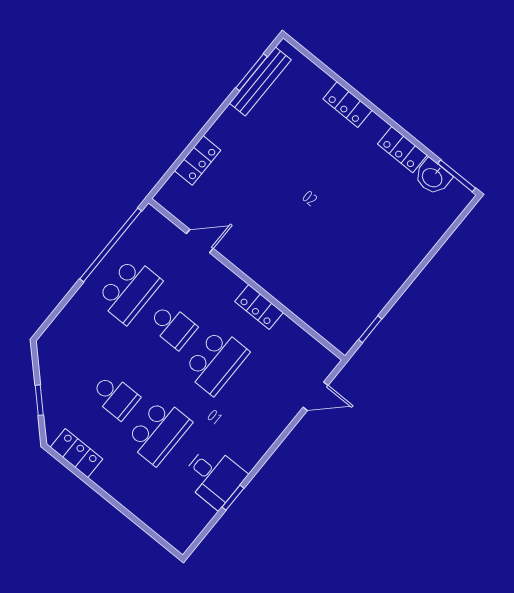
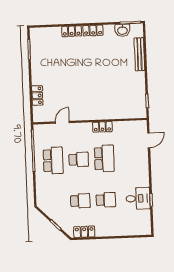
bench: (260, 81) -> (139, 54), moved
locker: (402, 150) -> (93, 30), moved
school desk: (159, 432) -> (106, 200), width x0.54

